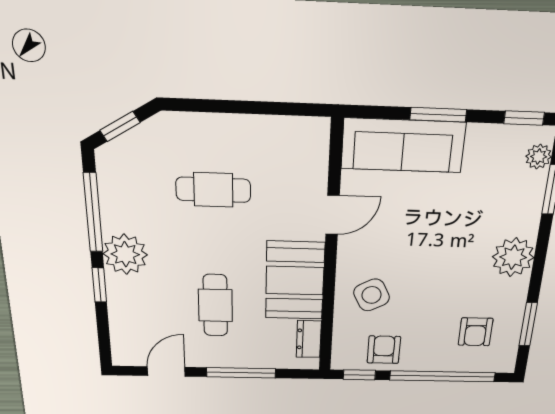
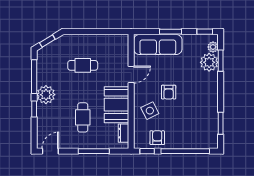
plant: (513, 257) -> (209, 62), moved
armchair: (476, 332) -> (169, 92), moved
door: (166, 371) -> (50, 151), moved

